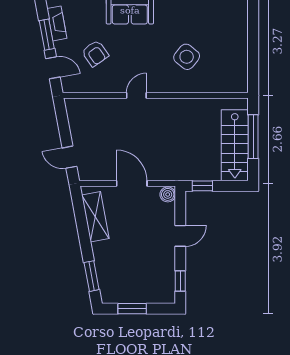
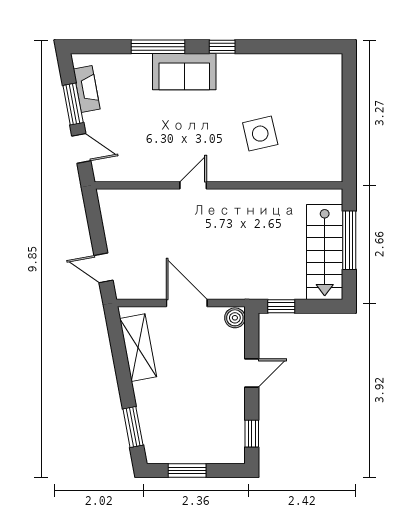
armchair: (95, 53) -> (138, 129), removed
side table: (187, 57) -> (260, 134), turned 38

